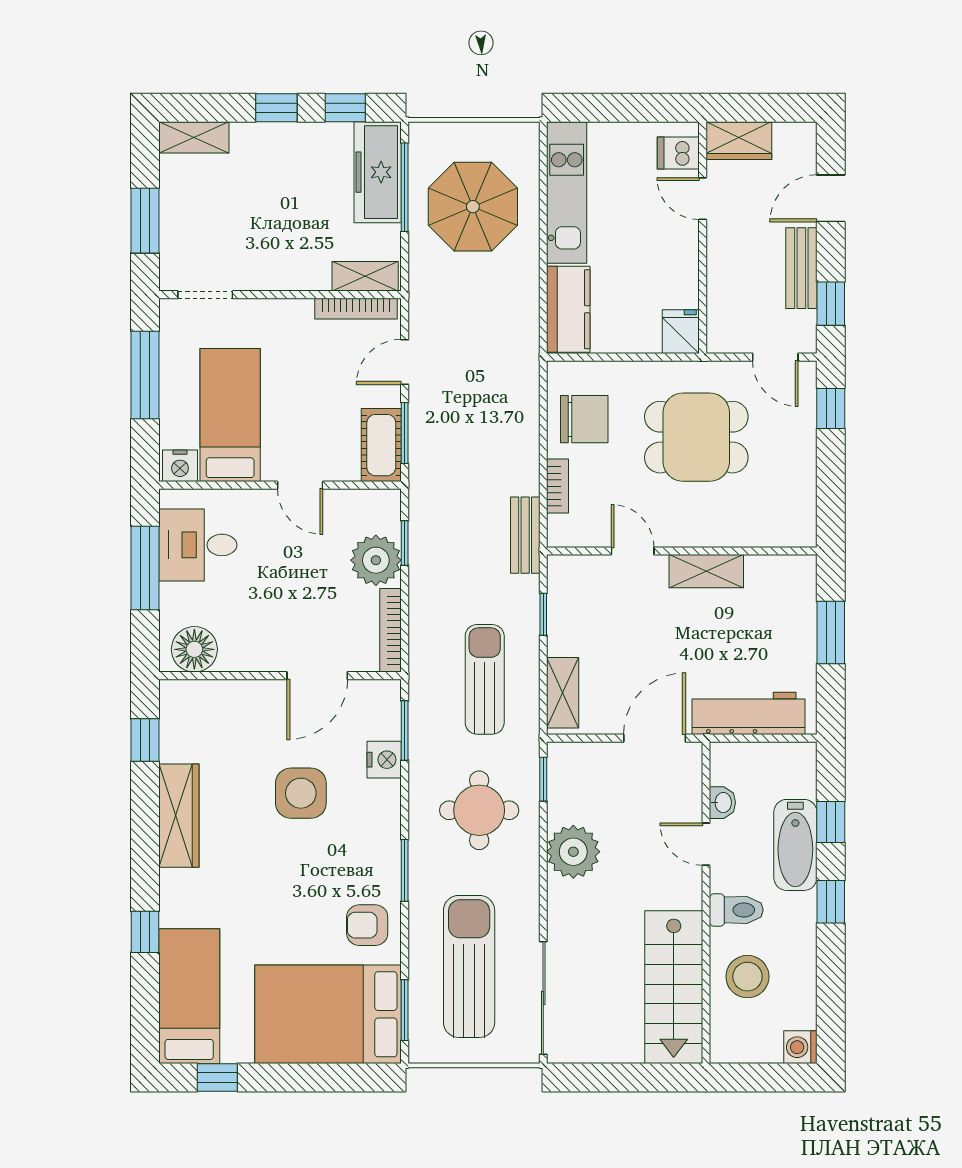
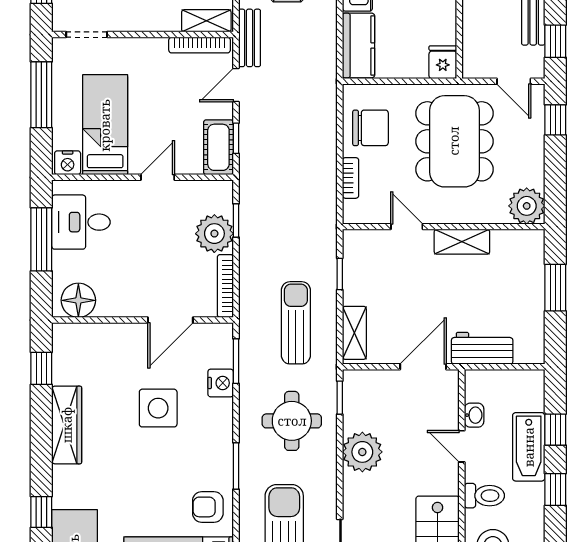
window: (405, 433) -> (236, 138), width x0.67
dining table: (696, 437) -> (454, 141), width x1.38
door: (300, 485) -> (158, 177), swing flipped
plant: (793, 523) -> (527, 206), added
bench: (525, 535) -> (250, 38), moved
workbench: (749, 713) -> (482, 348), width x0.73

